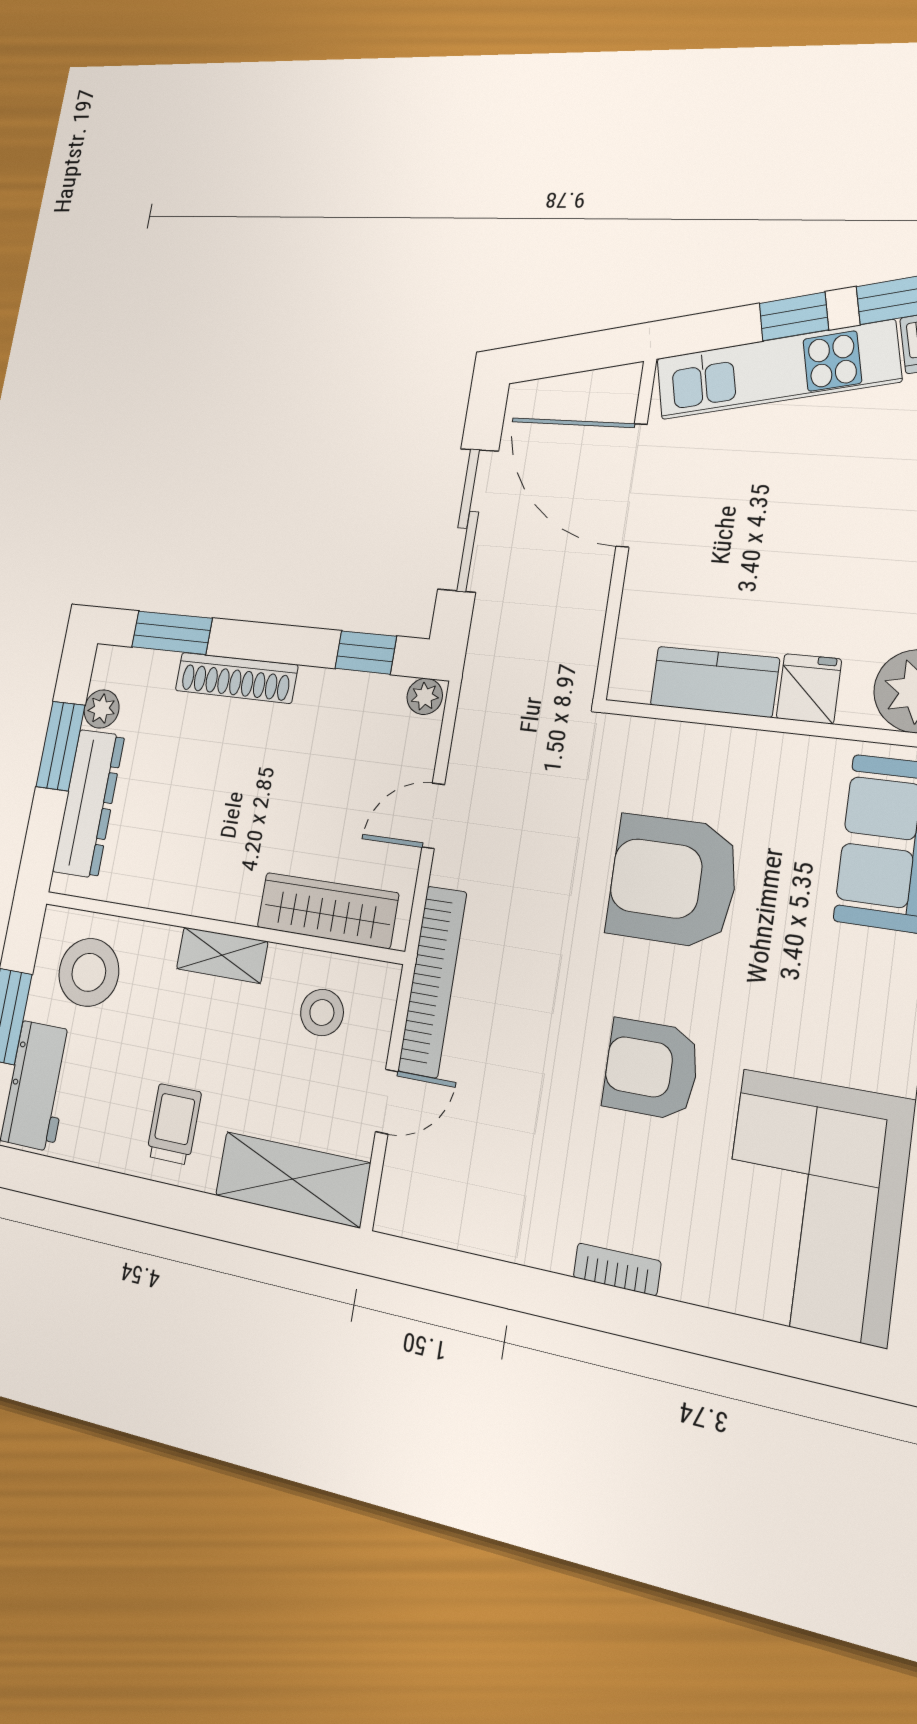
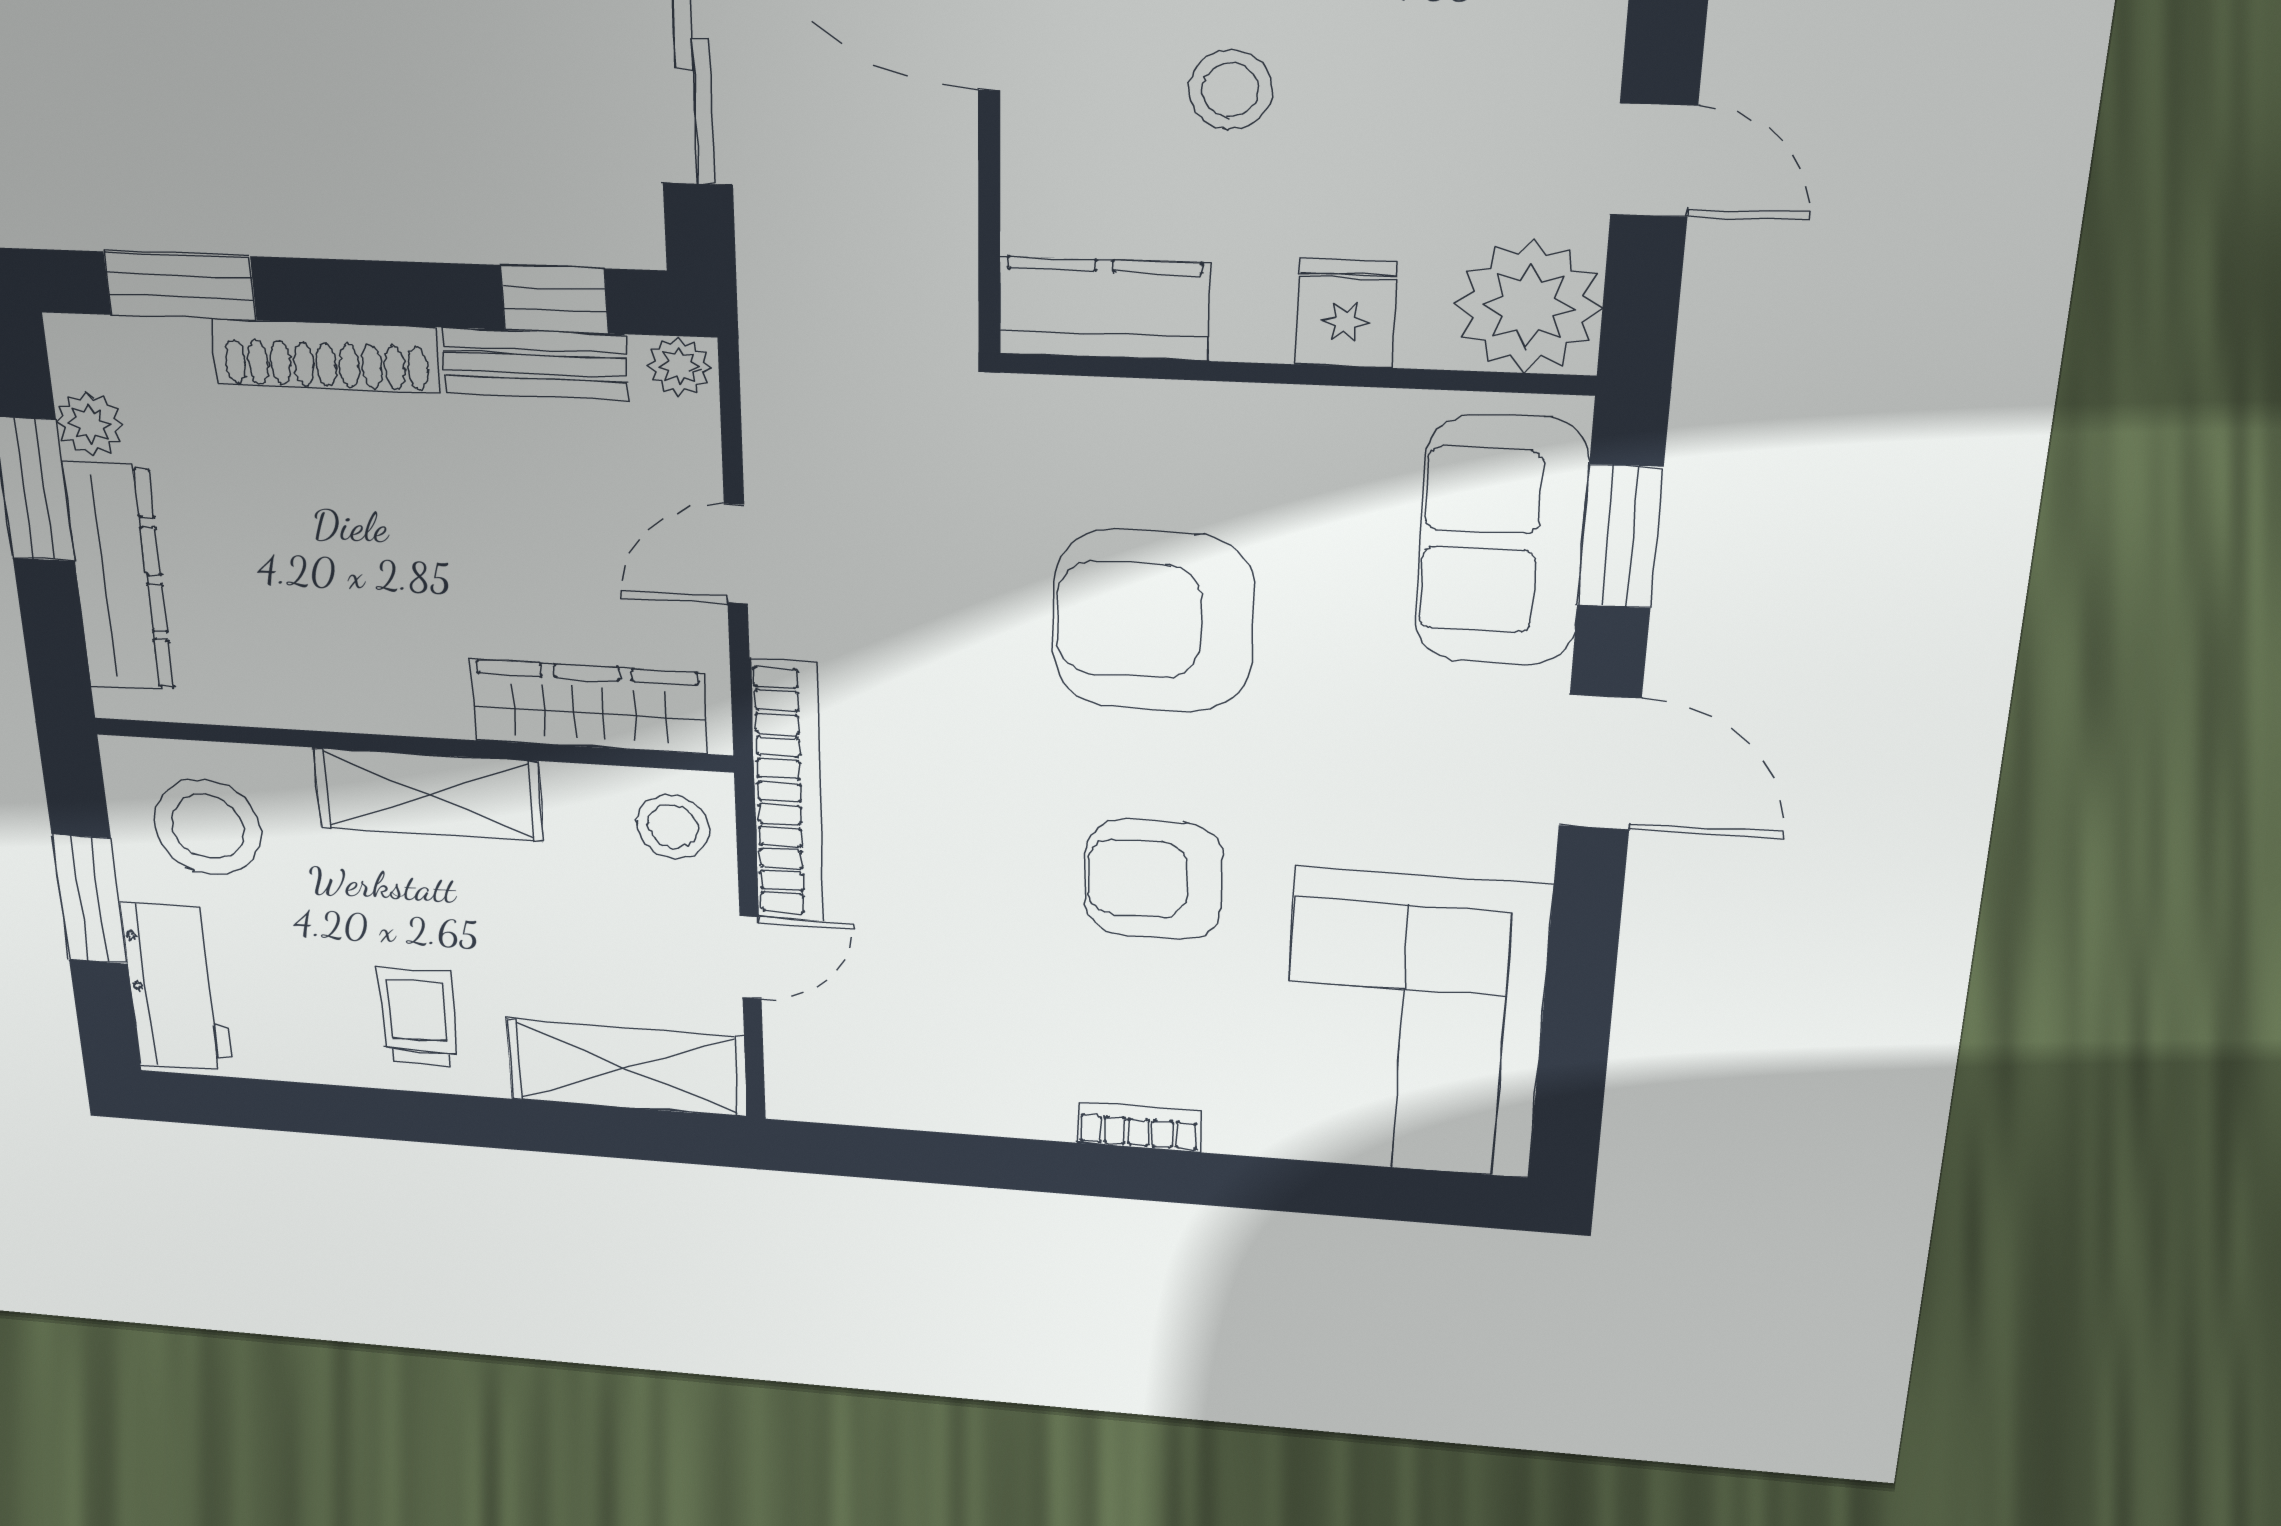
stool: (755, 553) -> (1230, 90), added
kitchen counter: (714, 682) -> (1104, 309), moved
bench: (347, 690) -> (535, 364), added
shelving: (222, 955) -> (429, 795), width x1.50, depth x1.33
stool: (322, 1012) -> (673, 827), moved

